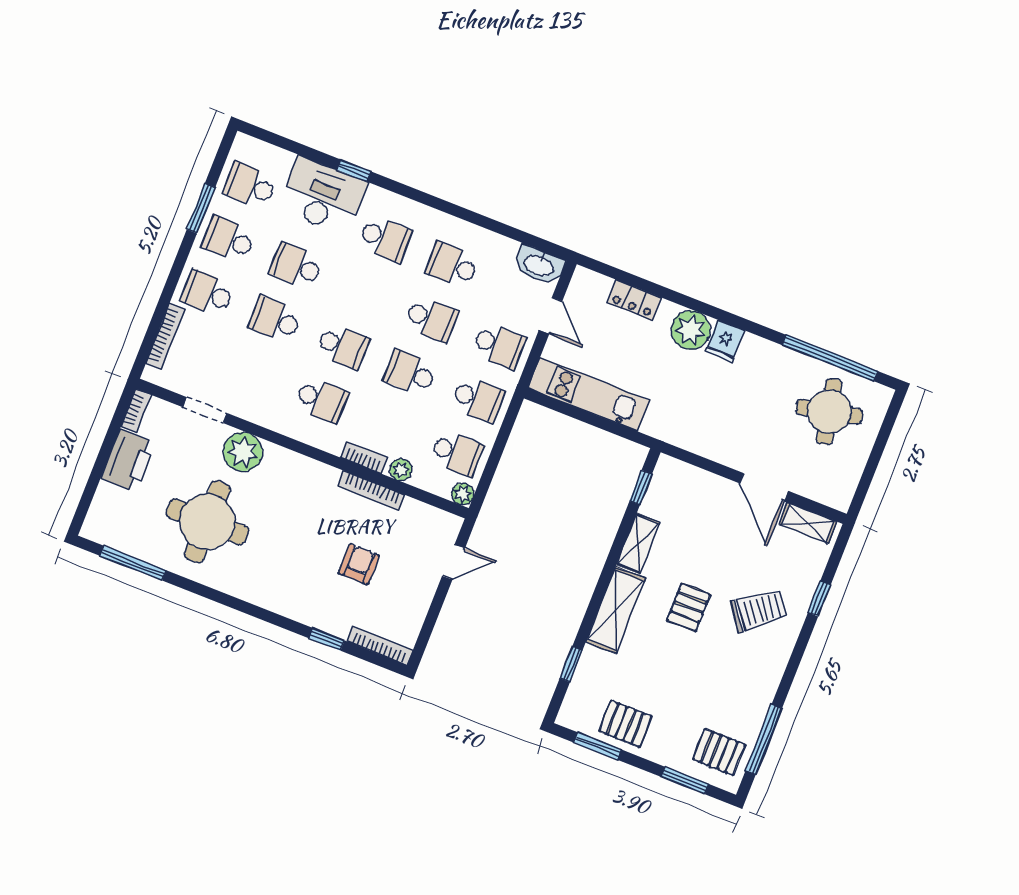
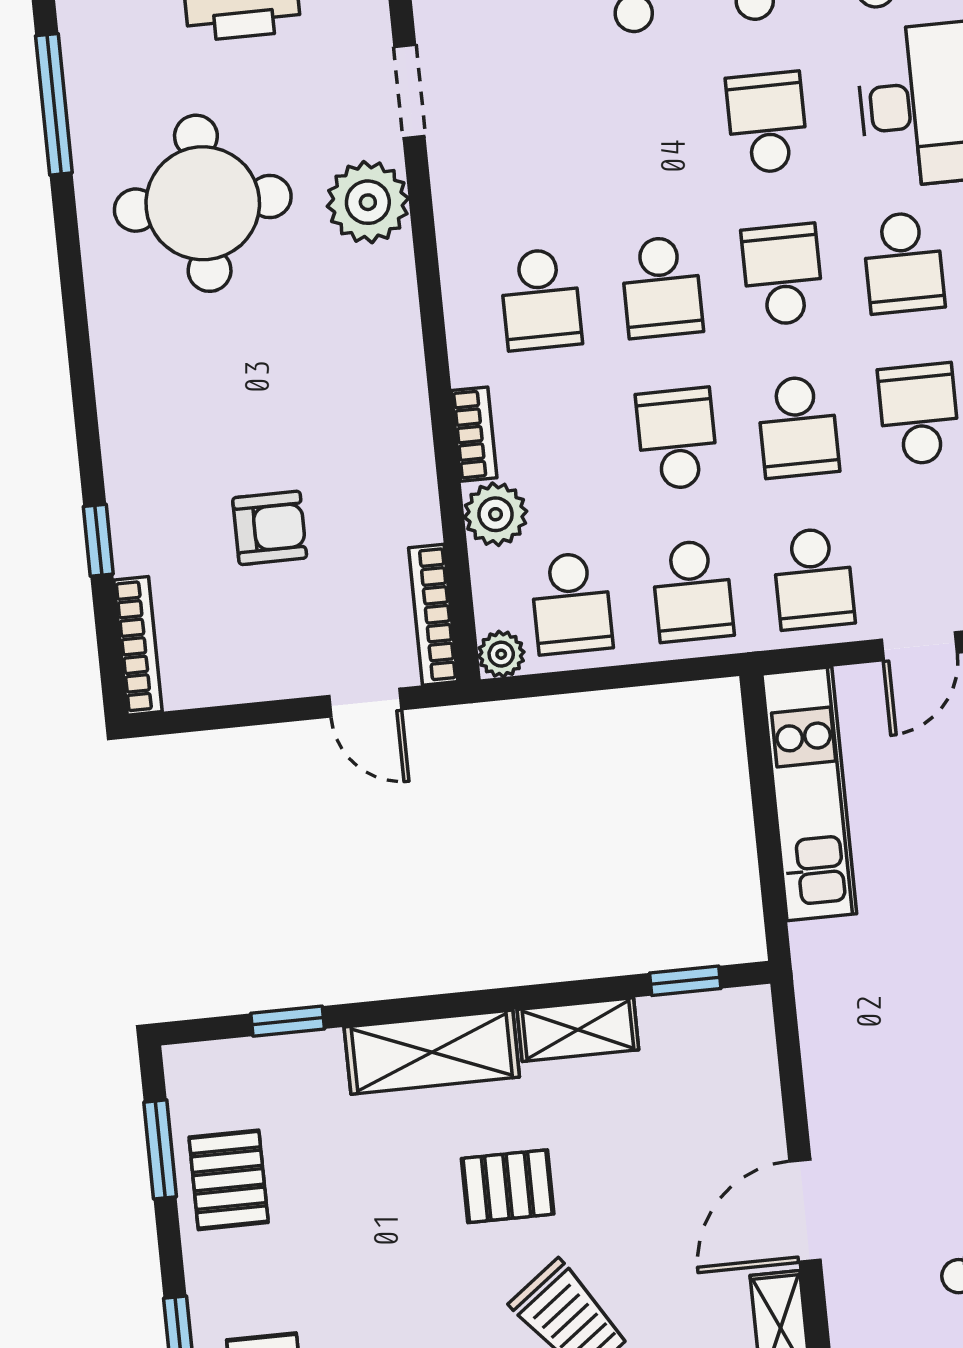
school desk: (275, 320) -> (783, 275), moved
plant: (401, 470) -> (496, 514), width x1.38, depth x1.38
bookcase: (371, 491) -> (433, 615), moved

